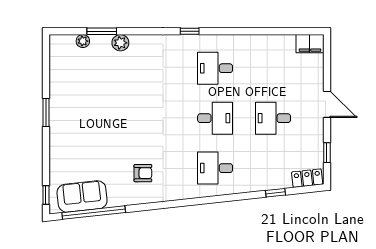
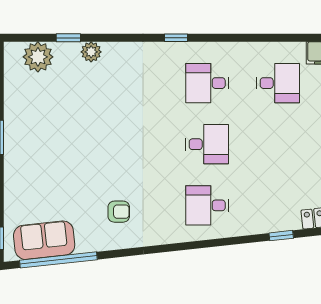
window: (102, 31) -> (68, 38), width x0.67
plant: (83, 41) -> (38, 57), width x1.87, depth x1.87
desk: (273, 118) -> (278, 83), moved, turned 180

